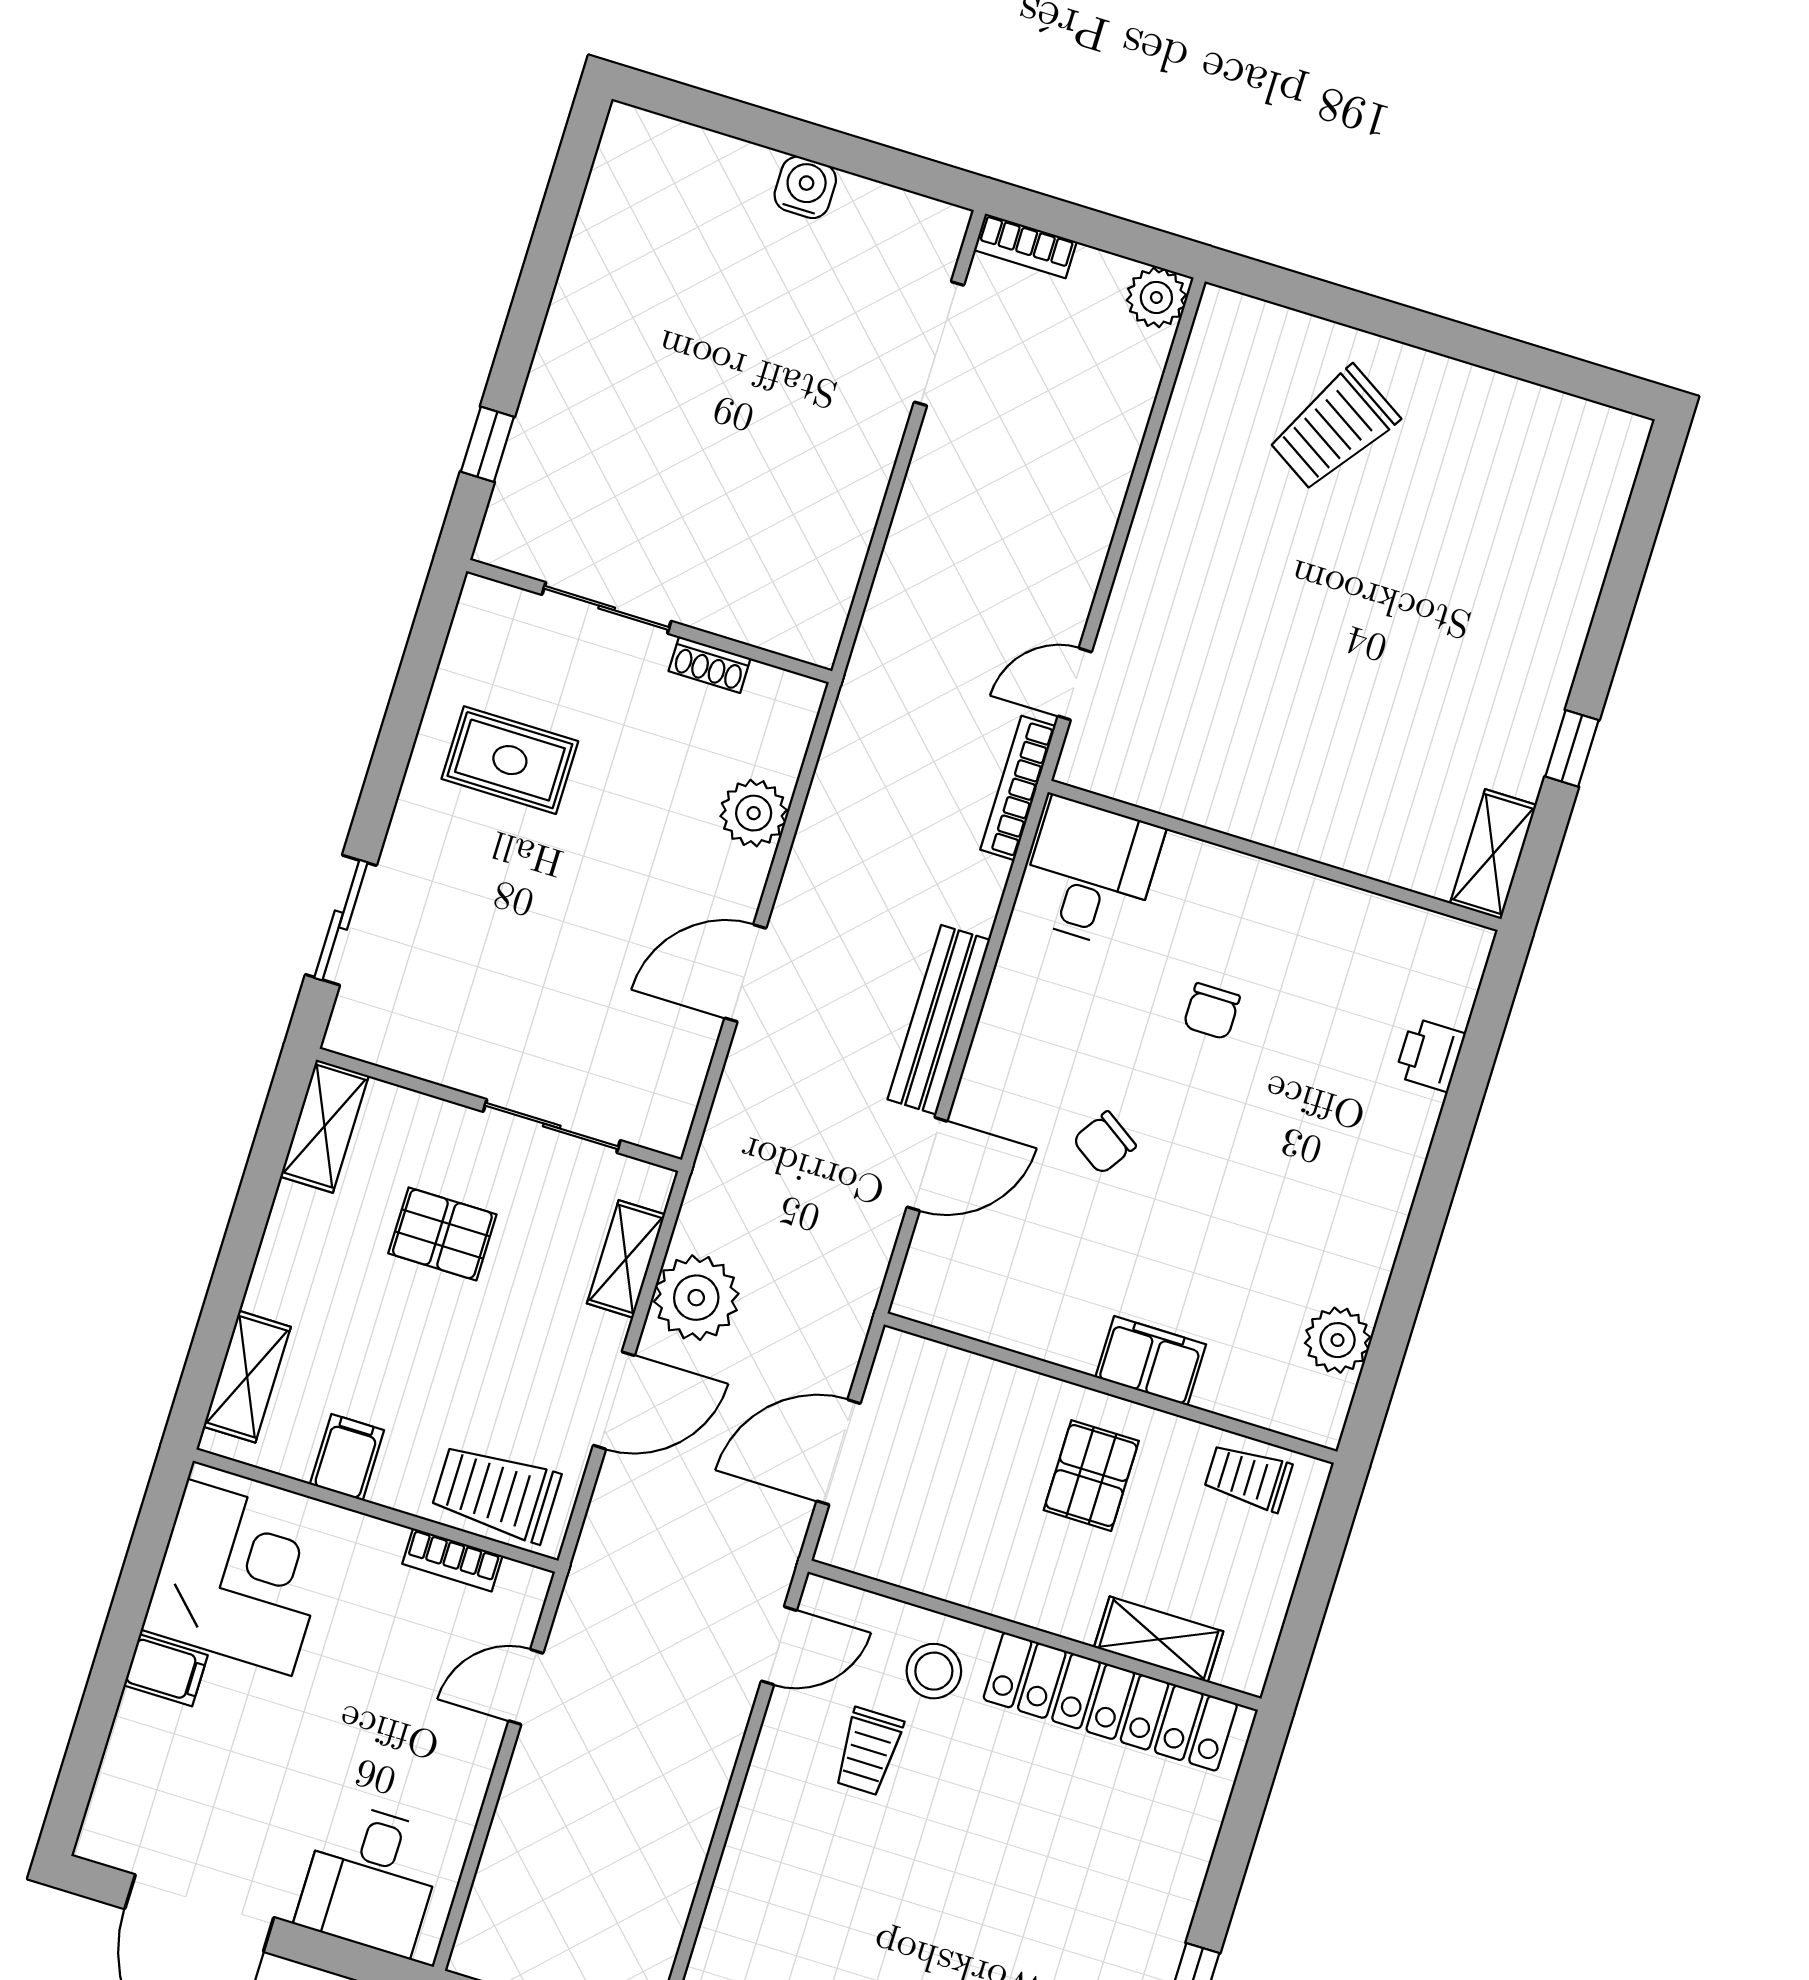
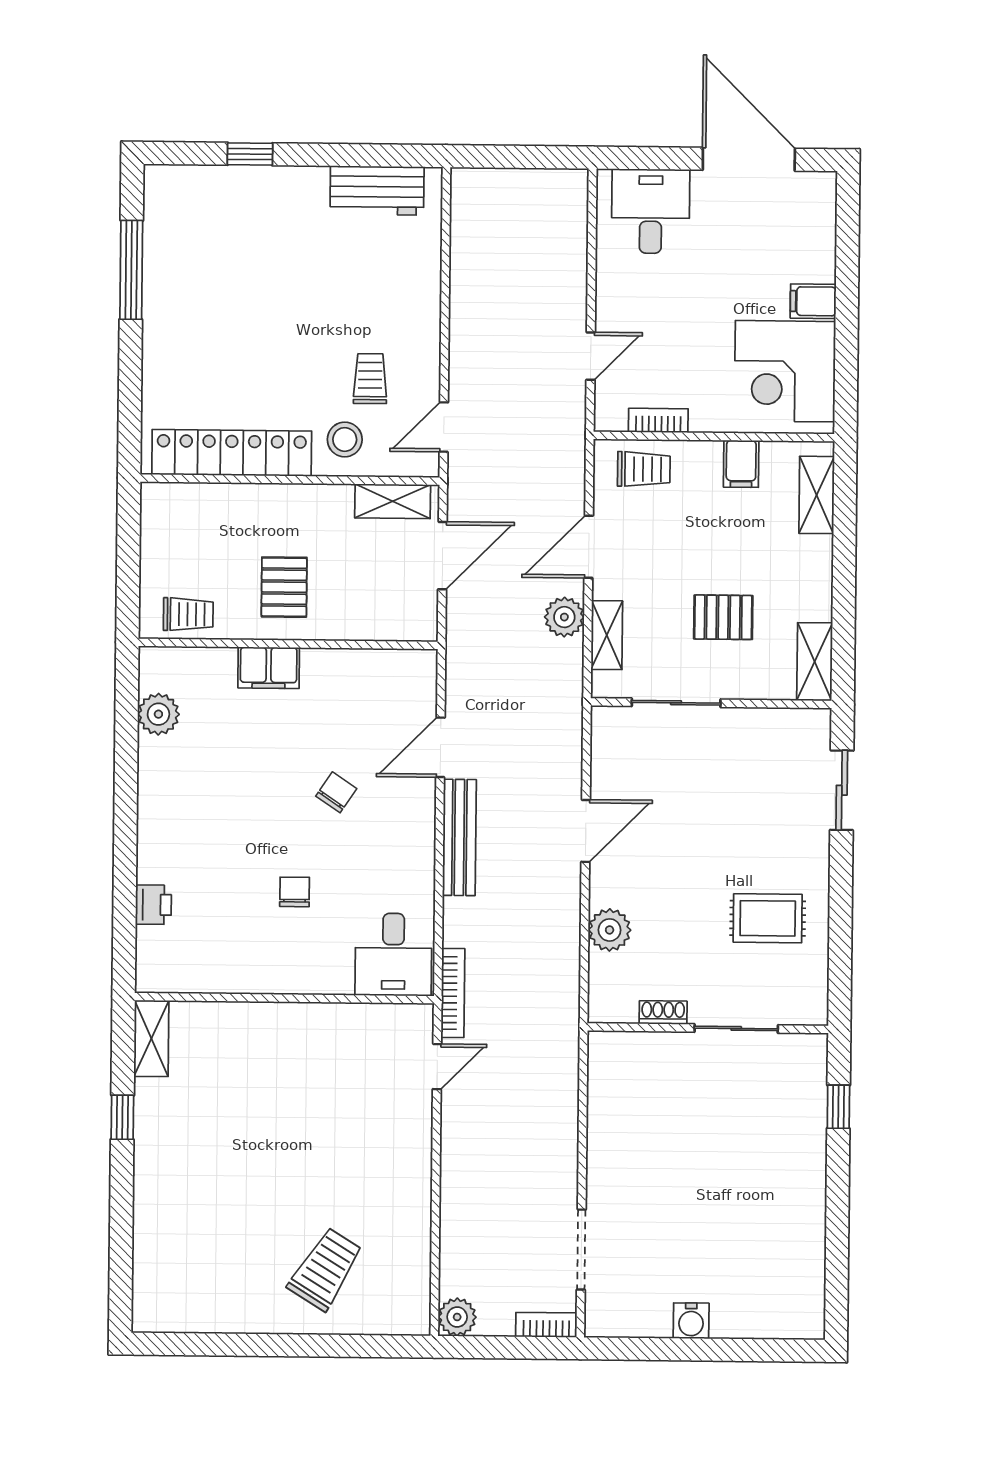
plant: (696, 1298) -> (564, 617), width x0.73, depth x0.73
trolley: (496, 1493) -> (644, 469), width x0.73, depth x0.72
shelving: (1159, 1639) -> (393, 501), moved

